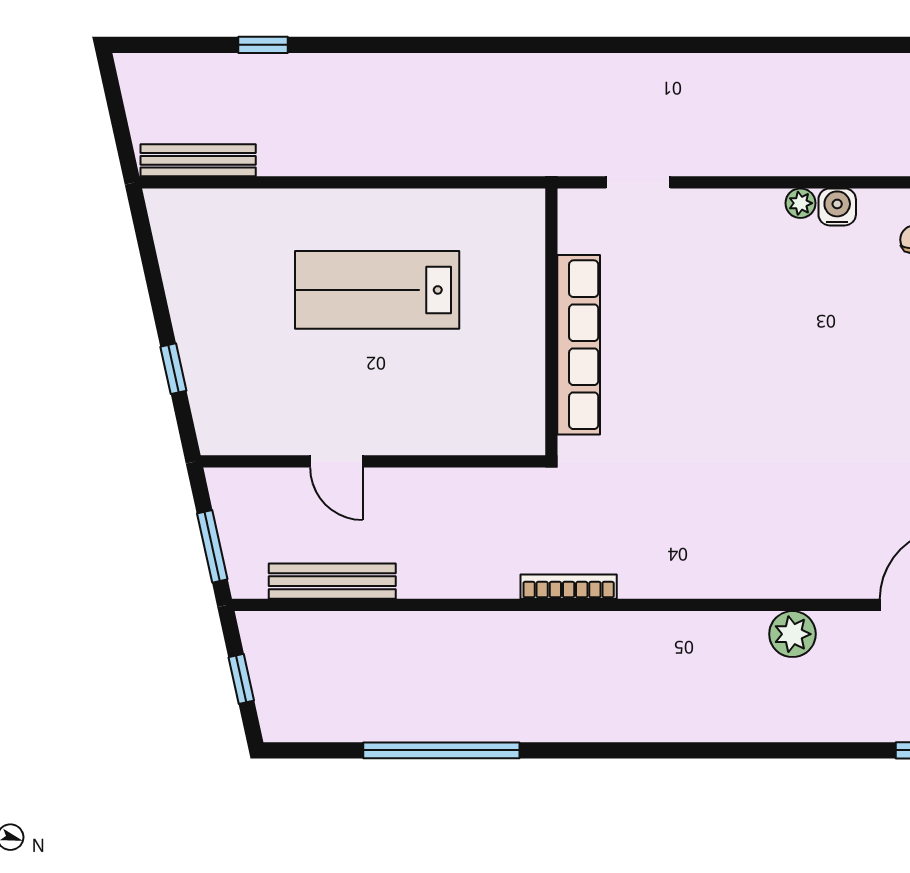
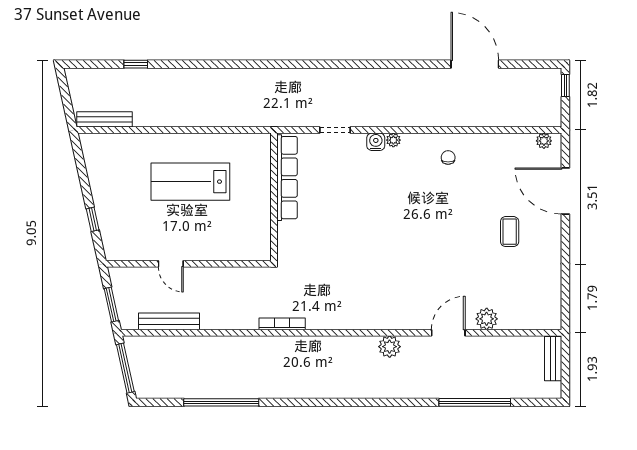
doorway: (638, 182) -> (335, 130), moved
water cooler: (837, 207) -> (376, 142), moved
row of seats: (579, 345) -> (287, 178), moved
window: (241, 679) -> (125, 368), width x2.17

